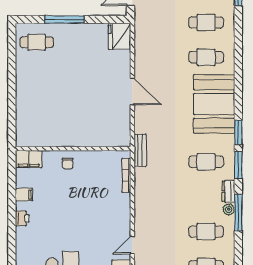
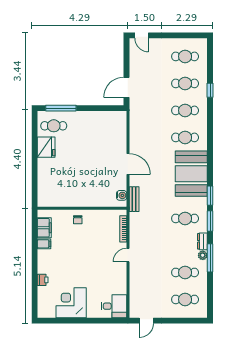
window: (64, 19) -> (61, 108), moved
fridge: (119, 36) -> (46, 147), moved, turned 180
water cooler: (124, 132) -> (122, 195), added
bench: (140, 150) -> (134, 199), moved
filing cabinet: (29, 159) -> (44, 228), moved, turned -90
printer: (22, 218) -> (43, 280), moved
door: (132, 245) -> (128, 255), moved

